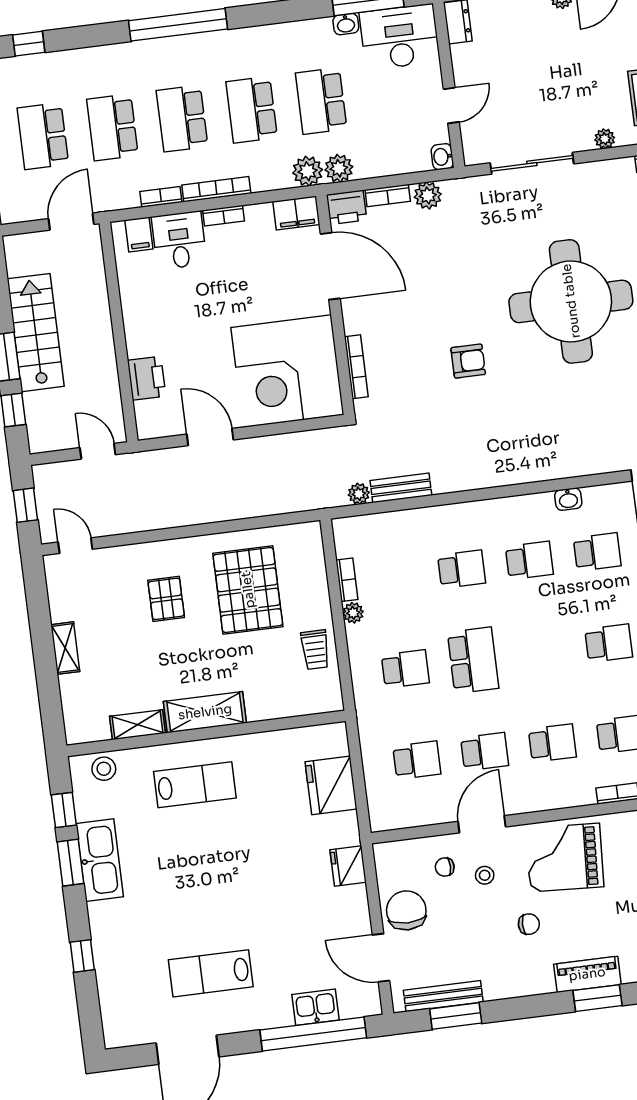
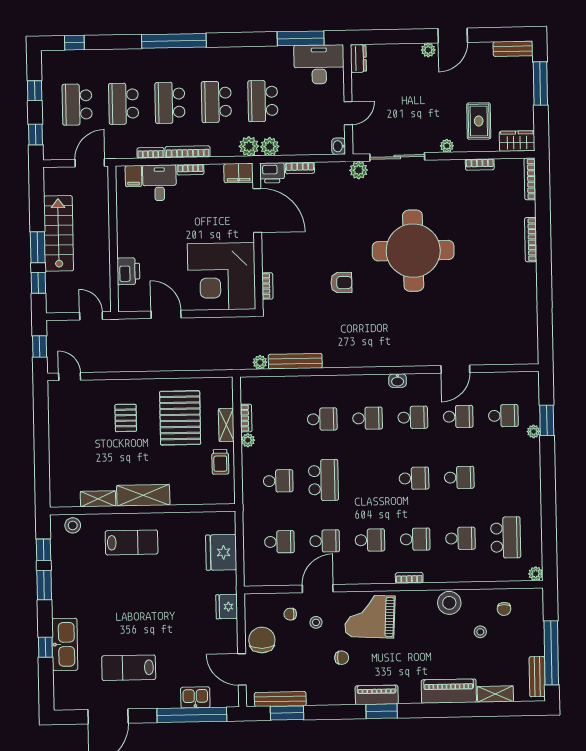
washbasin: (346, 24) -> (284, 52), removed
plant: (428, 196) -> (359, 170), moved
bookcase: (356, 367) -> (267, 286), width x0.64
bench: (401, 488) -> (295, 361), width x1.36
shelving: (65, 648) -> (226, 425), moved
kitchen sink: (100, 860) -> (65, 644), moved

